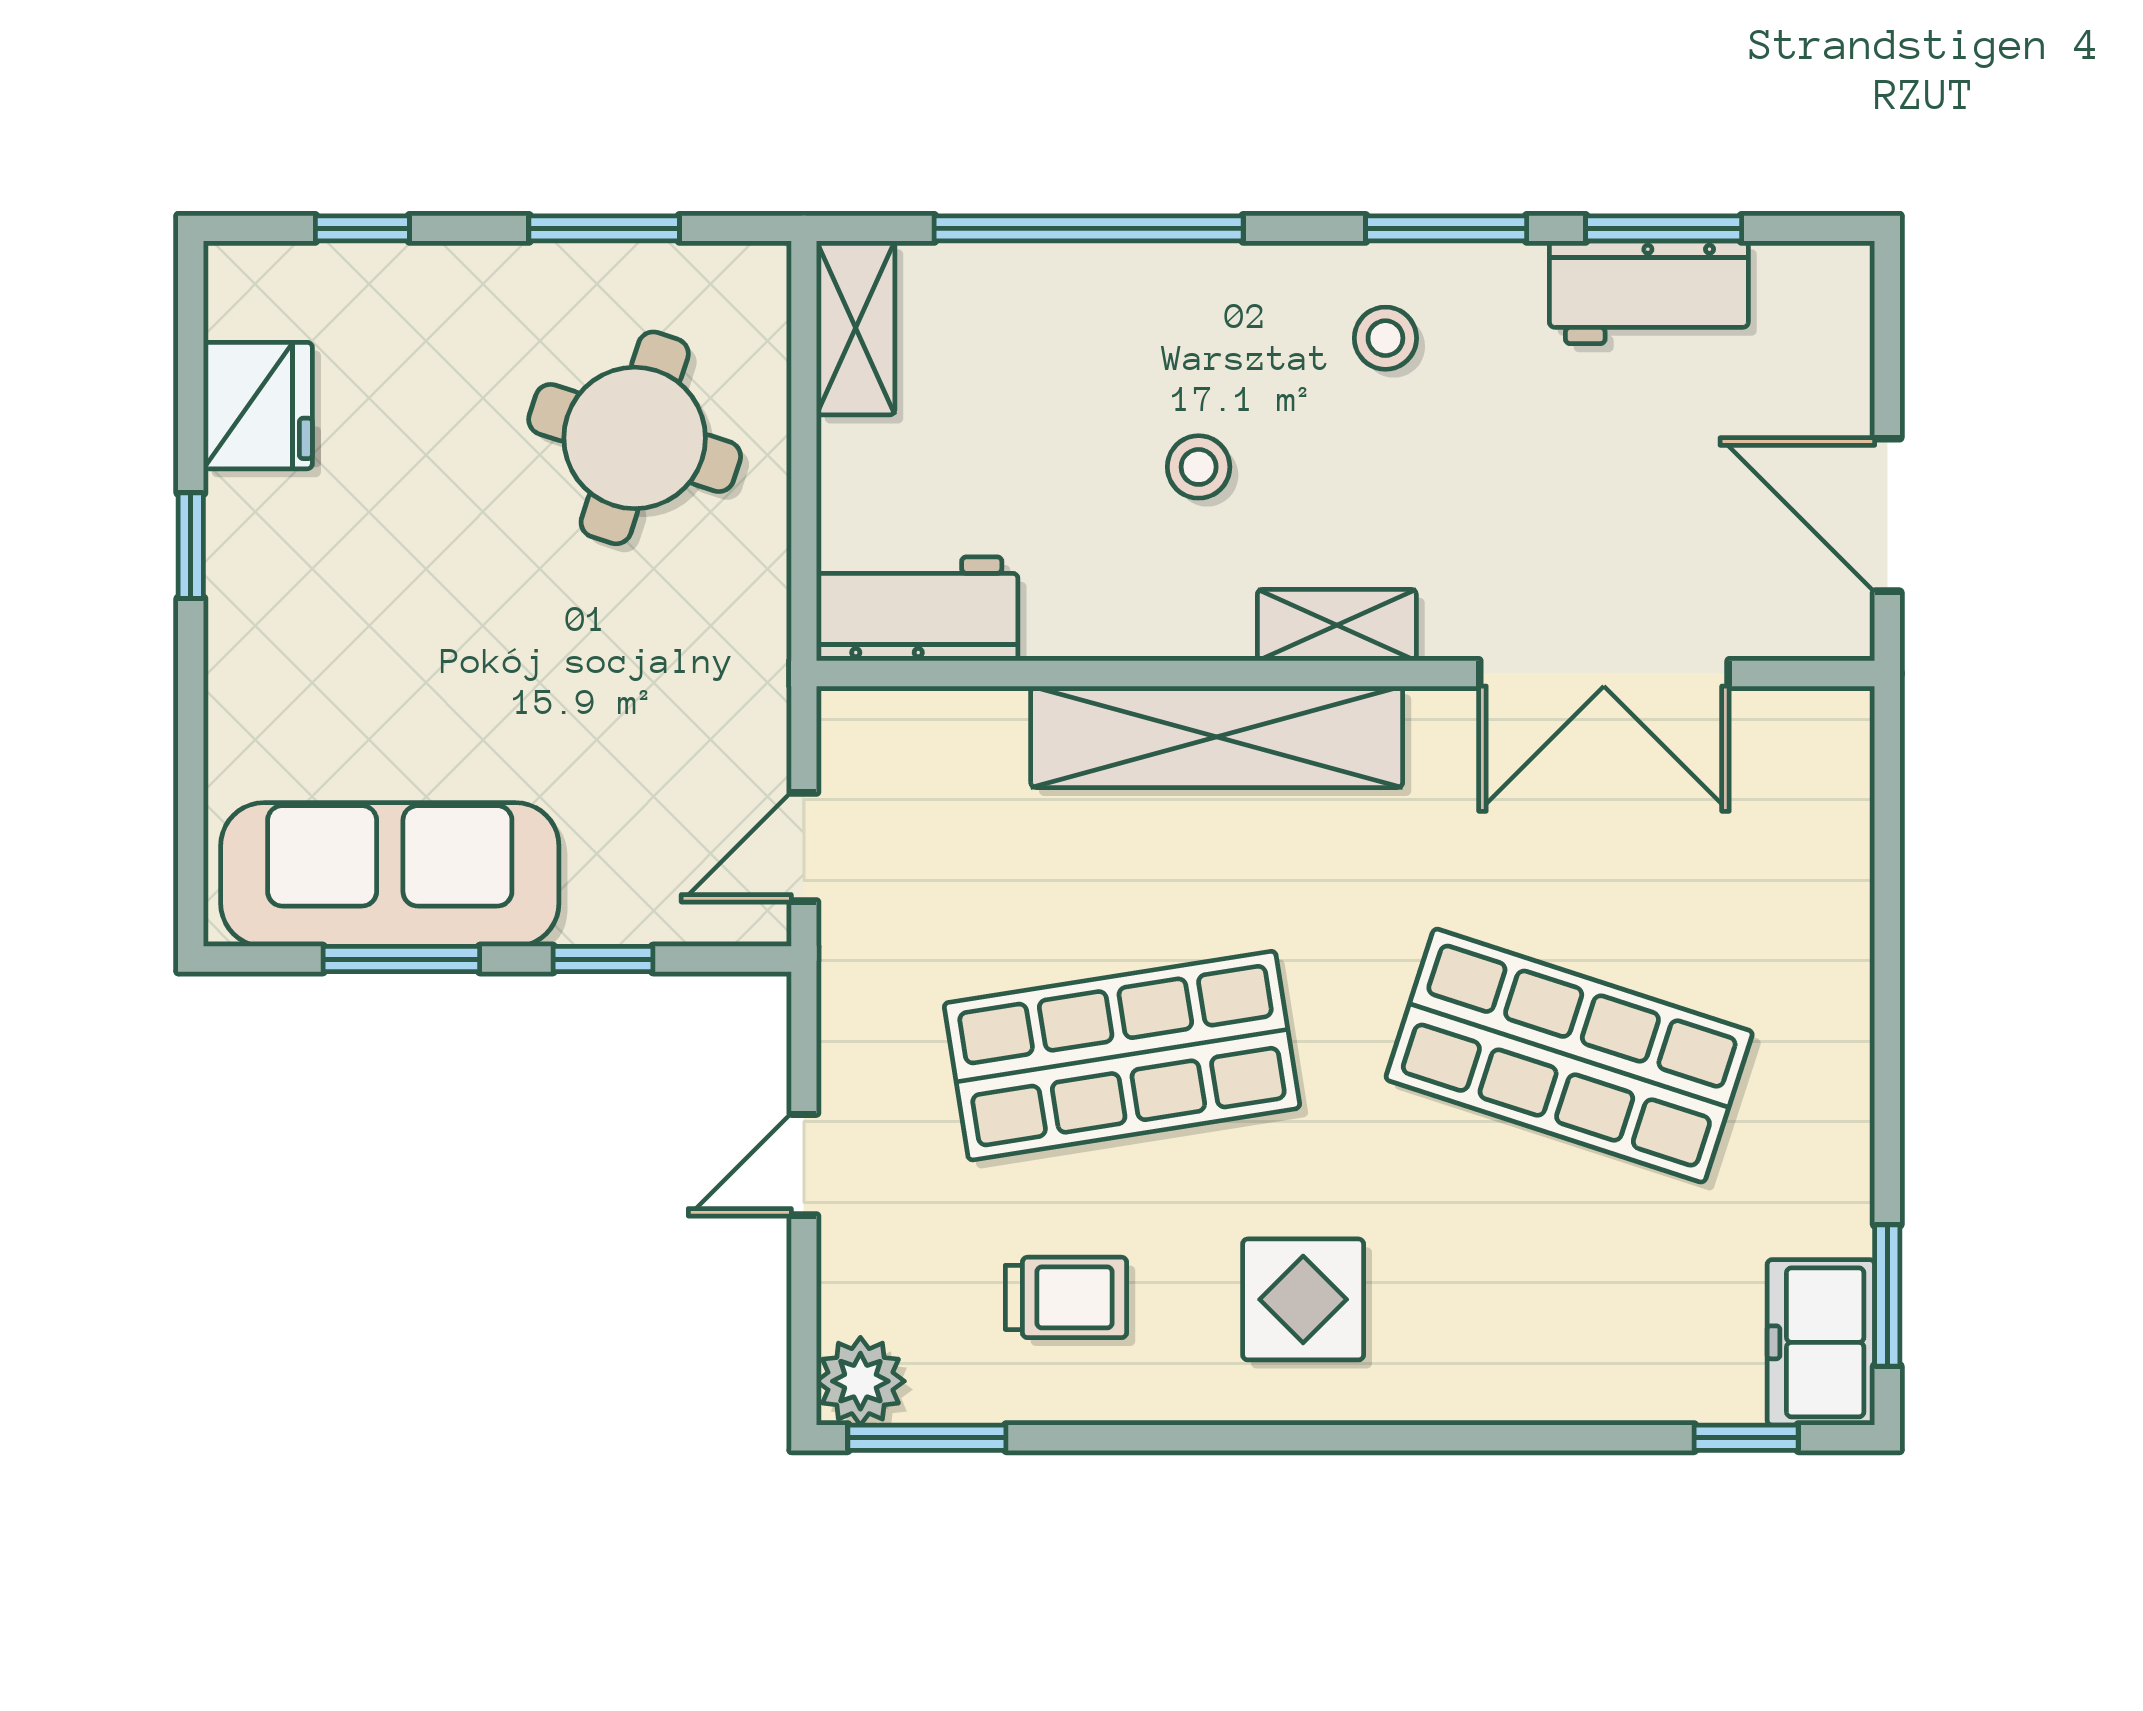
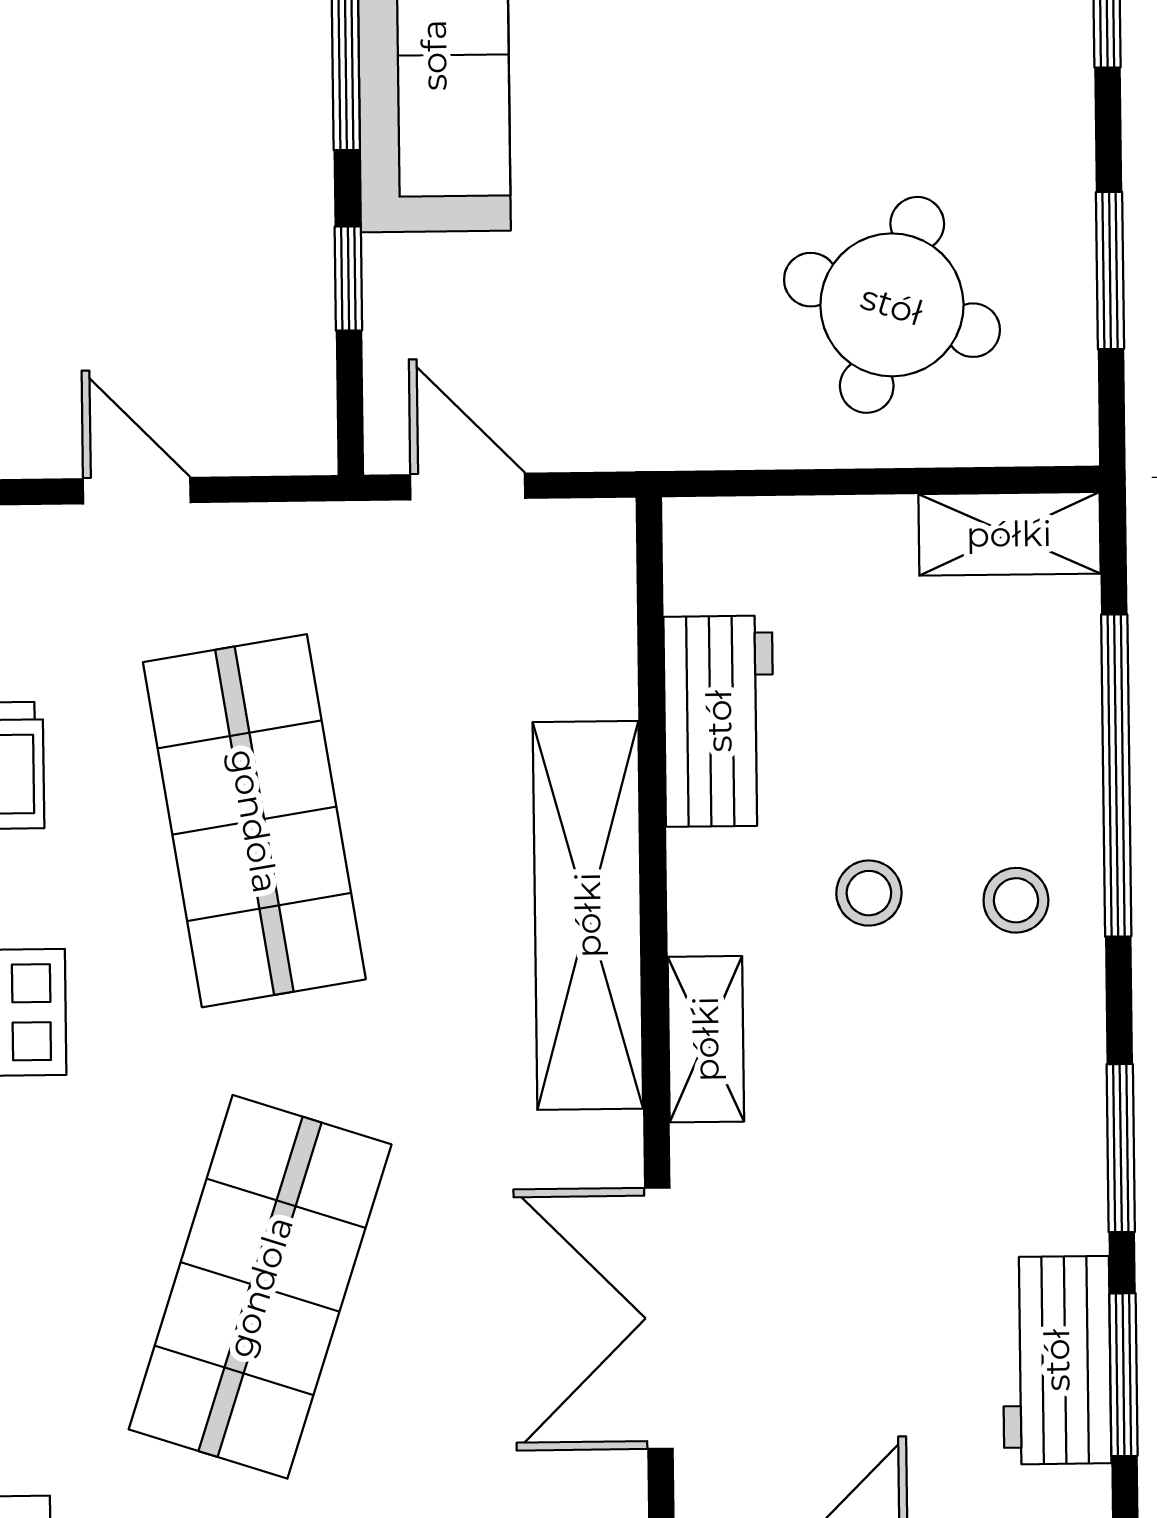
stool: (1385, 338) -> (1016, 900), moved
workbench: (917, 609) -> (719, 721), moved

